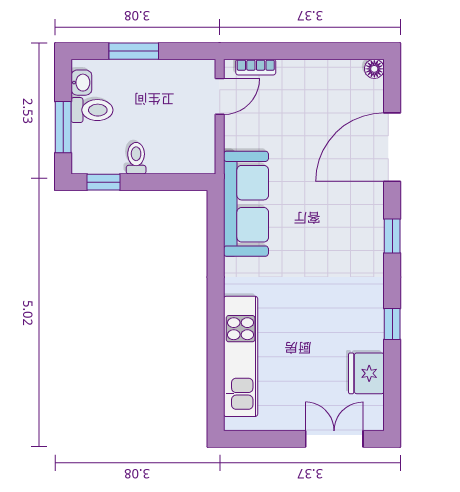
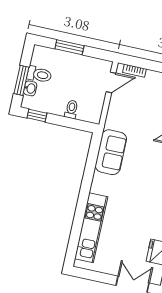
washbasin: (81, 83) -> (30, 88), moved
toilet: (136, 158) -> (71, 109), moved
sofa: (246, 204) -> (111, 152), width x0.73

